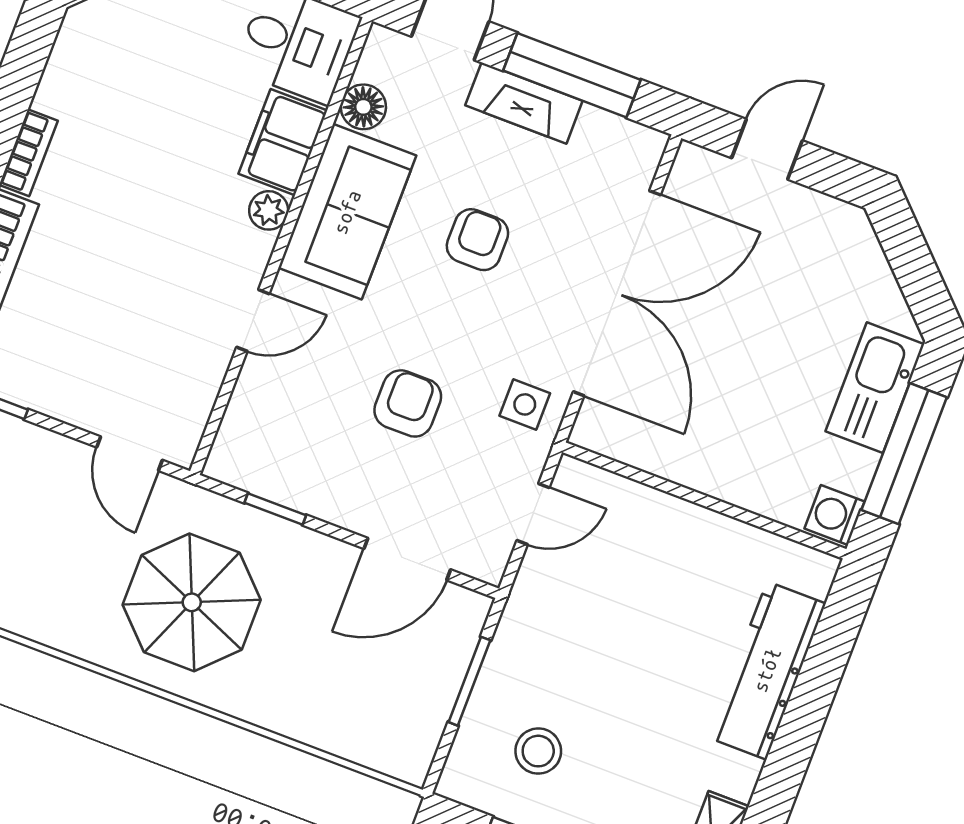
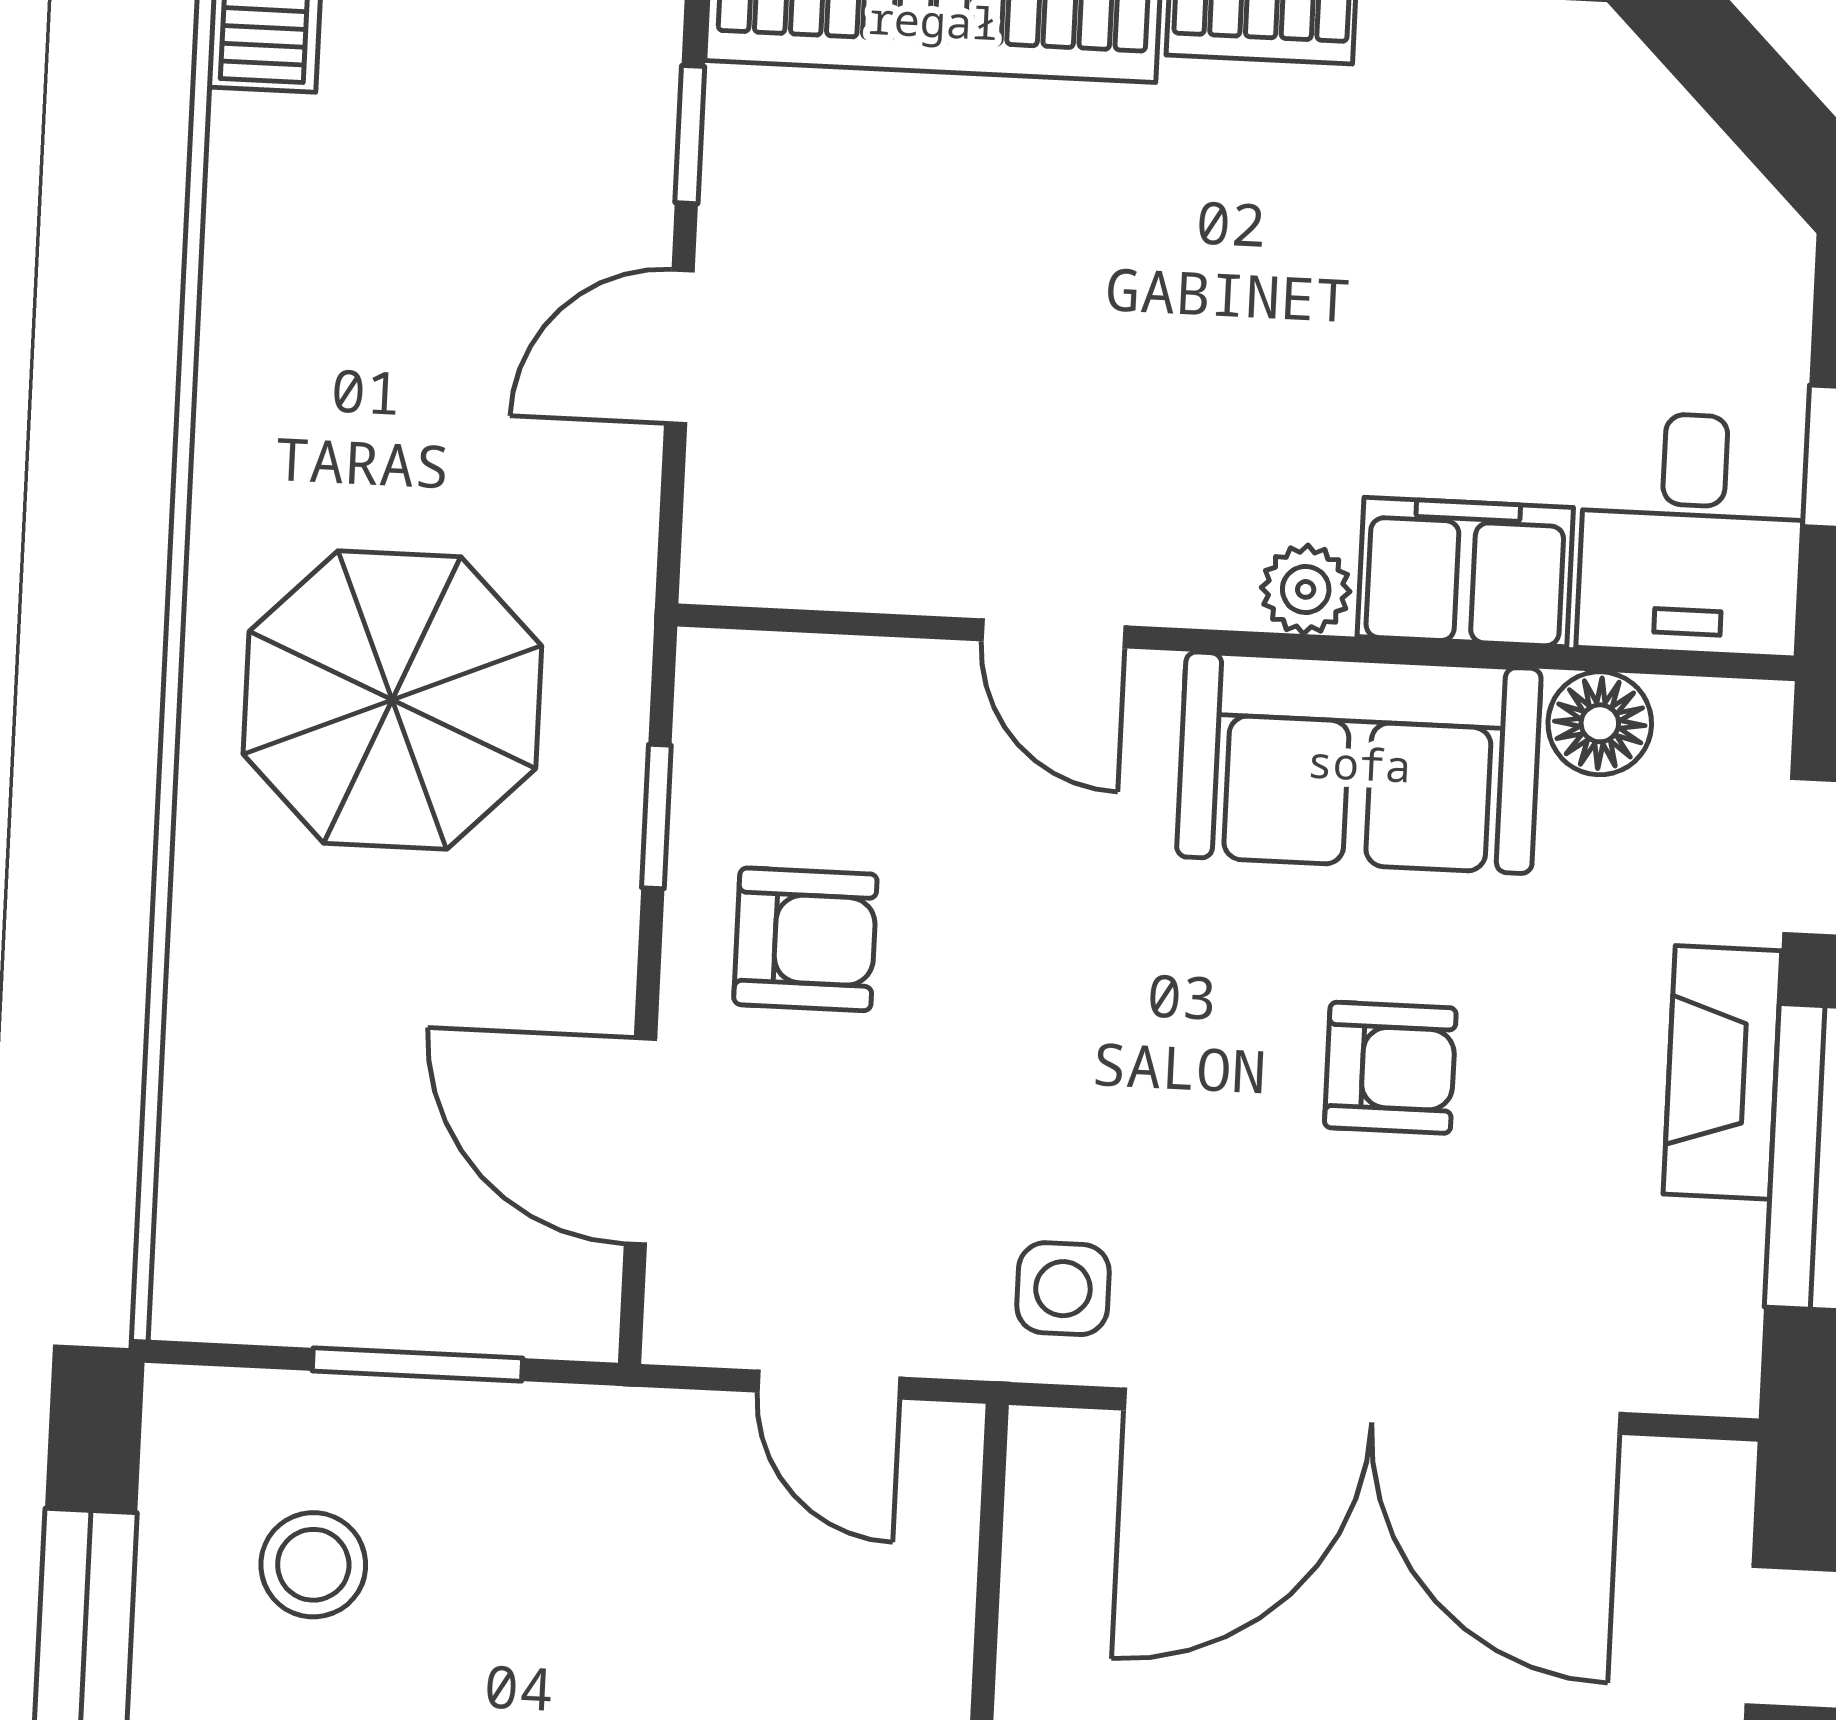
armchair: (408, 403) -> (805, 939), moved
door: (130, 454) -> (679, 347), moved

